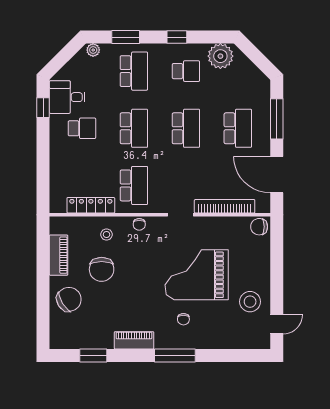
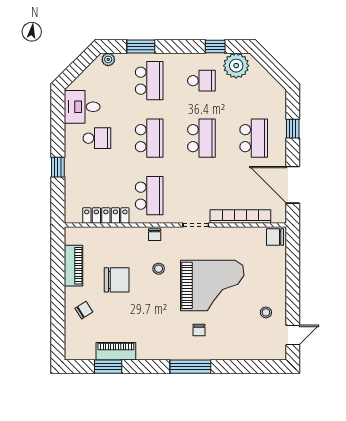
window: (177, 37) -> (215, 46), moved
window: (43, 108) -> (58, 167), moved
window: (277, 119) -> (293, 129), width x0.46
stool: (107, 235) -> (159, 269), moved
chair: (102, 269) -> (117, 280), turned -90
grand piano: (197, 275) -> (212, 285), turned 180
chair: (69, 299) -> (84, 310), width x0.54, depth x0.54
stool: (250, 302) -> (266, 312), width x0.53, depth x0.53
piano: (134, 340) -> (116, 351), moved

